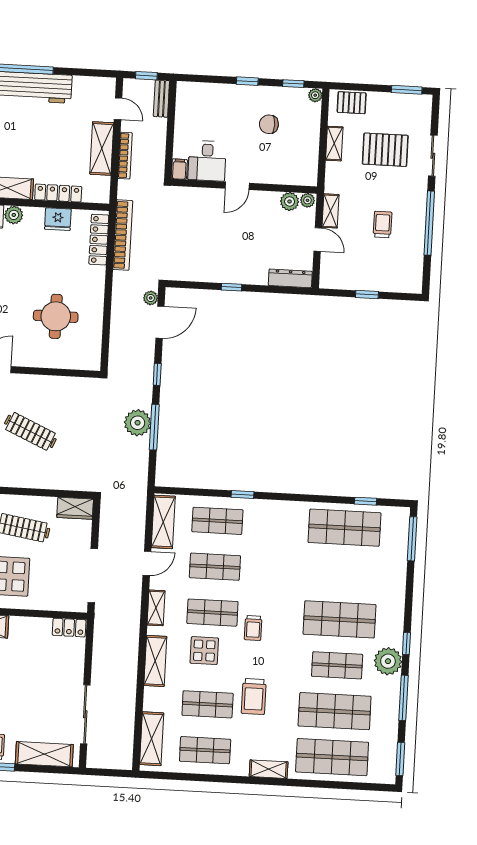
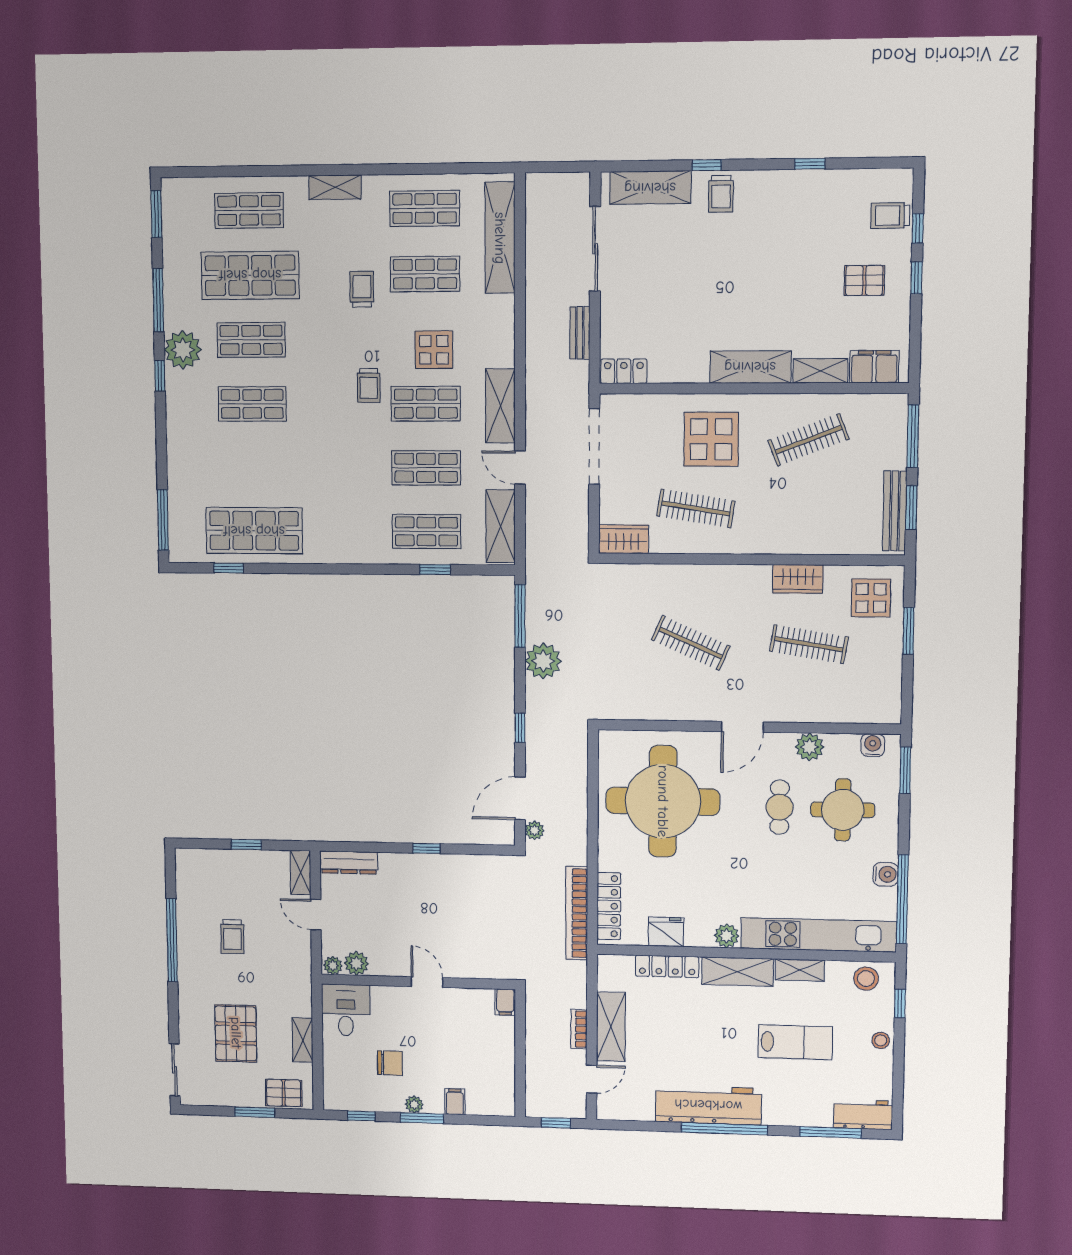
window: (247, 81) -> (422, 1118), width x1.50
window: (407, 90) -> (255, 1112), moved
filing cabinet: (222, 93) -> (455, 1102), added
plant: (315, 95) -> (414, 1104), moved
bench: (161, 99) -> (580, 333), moved
door: (118, 109) -> (592, 1079), swing flipped
pallet: (385, 150) -> (236, 1033), turned 90
bookcase: (125, 156) -> (579, 1029), width x0.64
sliding door: (433, 156) -> (175, 1070), moved
desk: (207, 161) -> (346, 1010), moved
door: (237, 186) -> (427, 982), hinge flipped
shelving: (330, 211) -> (301, 873), moved
round table: (56, 316) -> (663, 801), width x1.86, depth x1.86
window: (154, 427) -> (520, 616), moved
window: (242, 495) -> (435, 570), moved
door: (147, 563) -> (520, 468), hinge flipped
shelving: (156, 608) -> (500, 406), width x1.50, depth x1.33
shop shelf: (340, 619) -> (252, 404), width x0.70, depth x0.74
trolley: (253, 628) -> (369, 385), turned 180
shelving: (155, 661) -> (501, 331), removed
trolley: (254, 696) -> (362, 289), width x0.73, depth x0.72
shelving: (152, 739) -> (500, 238), width x1.47
shop shelf: (332, 757) -> (249, 210), width x0.70, depth x0.74

